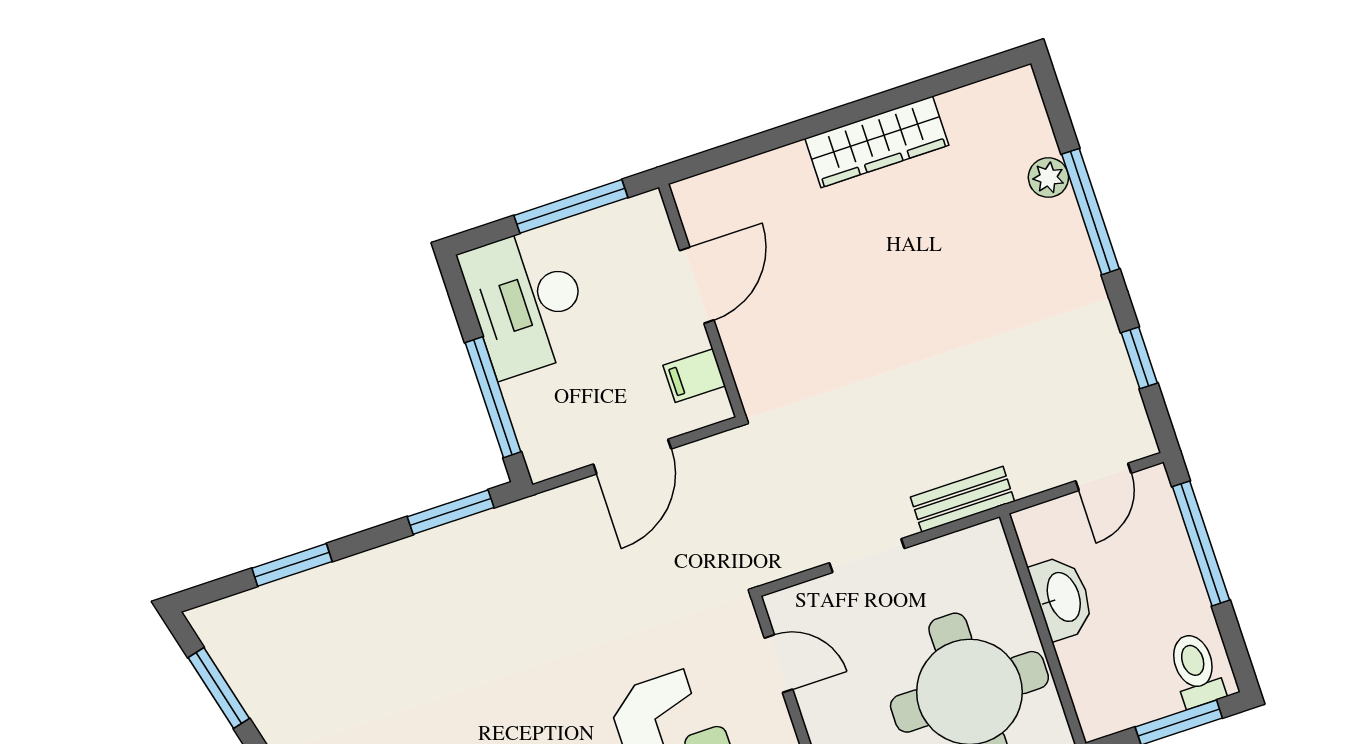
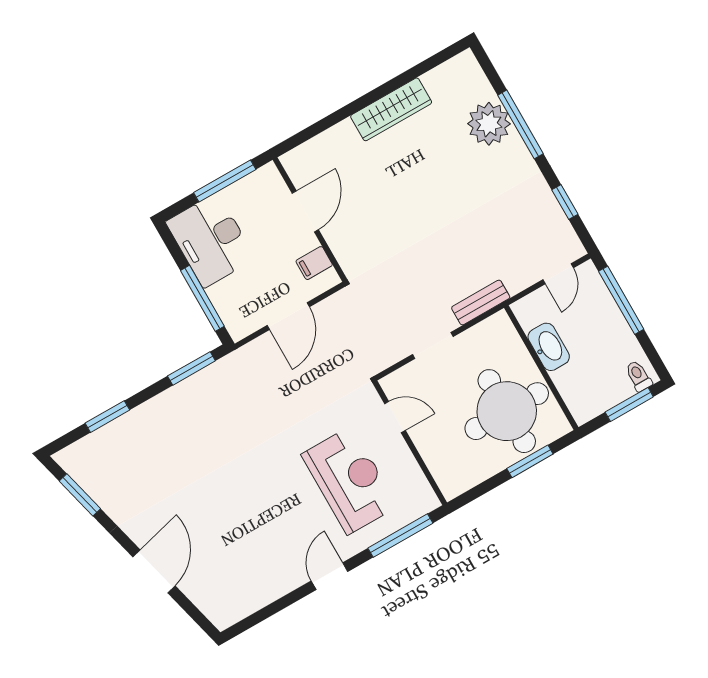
plant: (1048, 178) -> (489, 124), width x1.87, depth x1.87
toilet: (1196, 670) -> (638, 376), width x0.73, depth x0.72

